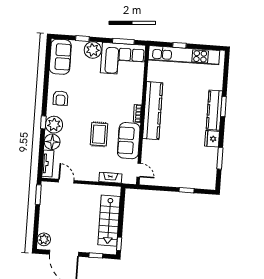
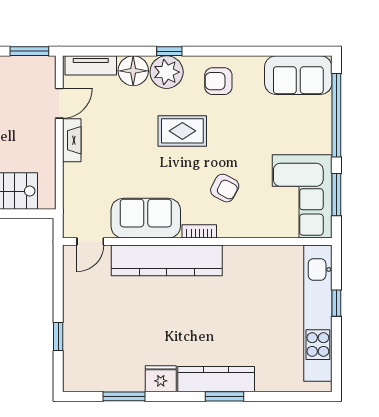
window: (82, 38) -> (336, 115), width x3.17
plant: (93, 50) -> (316, 137), removed
armchair: (116, 99) -> (225, 188), added
kitchen counter: (153, 111) -> (167, 260), moved
rug: (99, 134) -> (182, 131), moved
fireplace: (110, 178) -> (72, 140), moved

